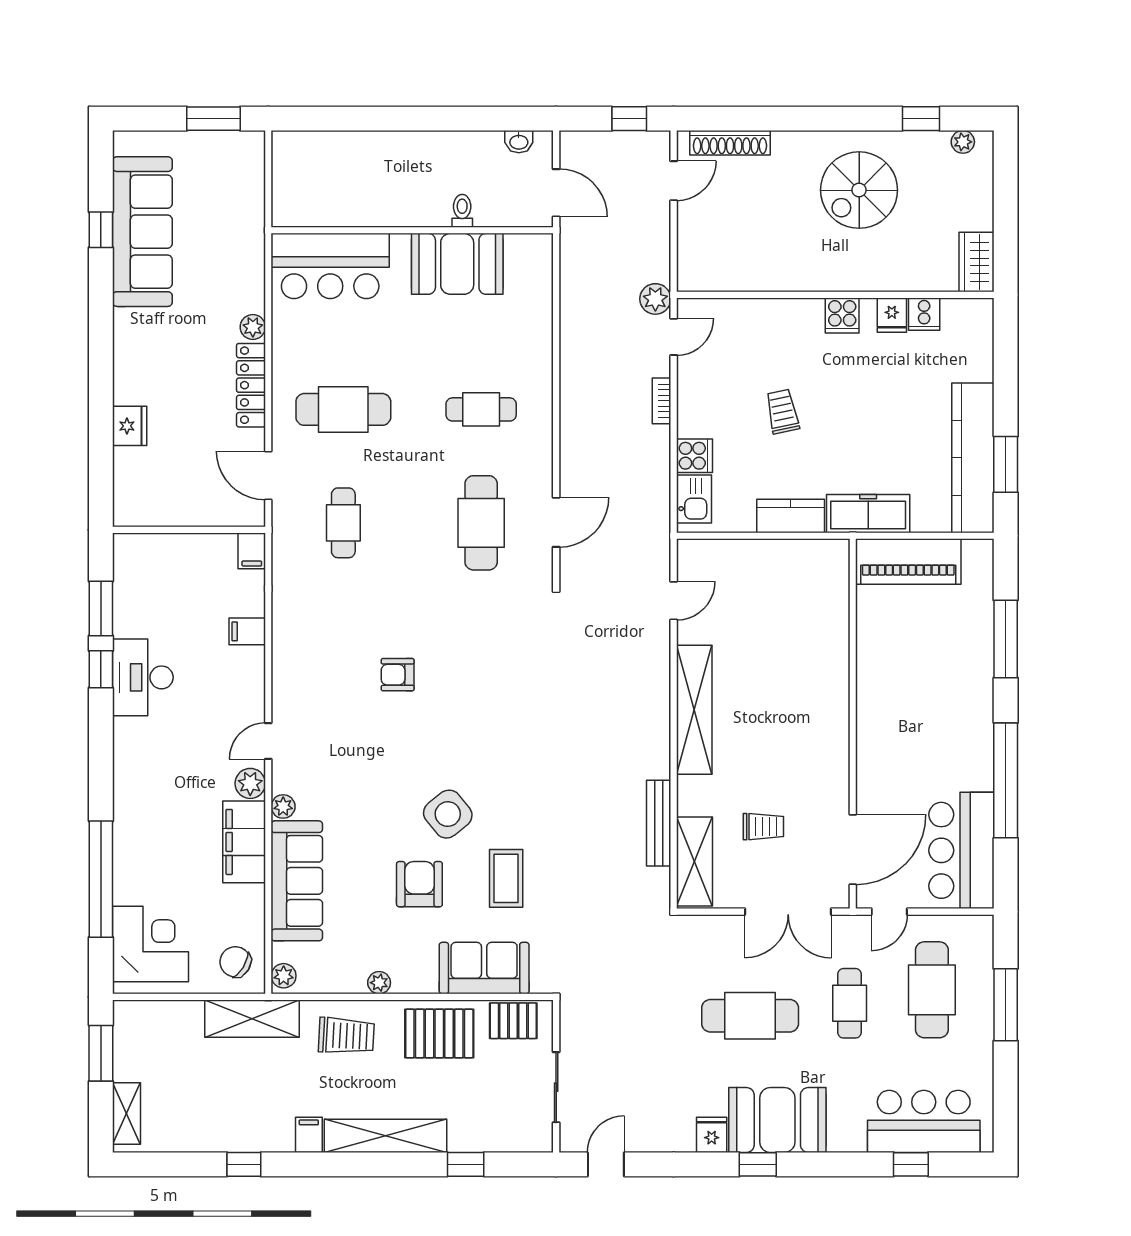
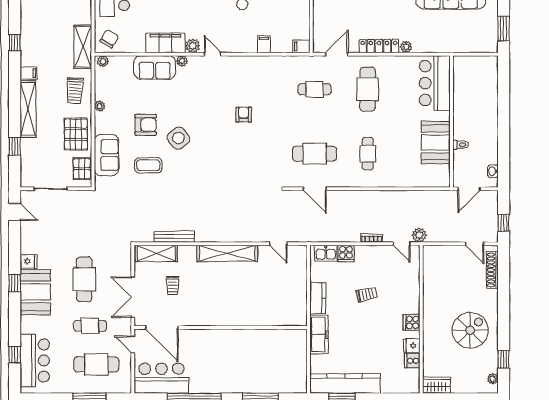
spiral stairs: (859, 190) -> (470, 330), turned 90
piano: (908, 561) -> (297, 353), removed
sofa: (297, 881) -> (155, 67), width x0.73

